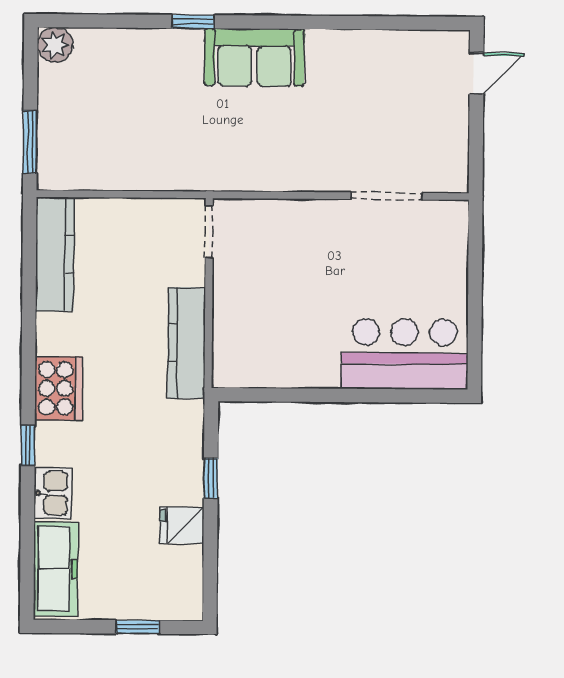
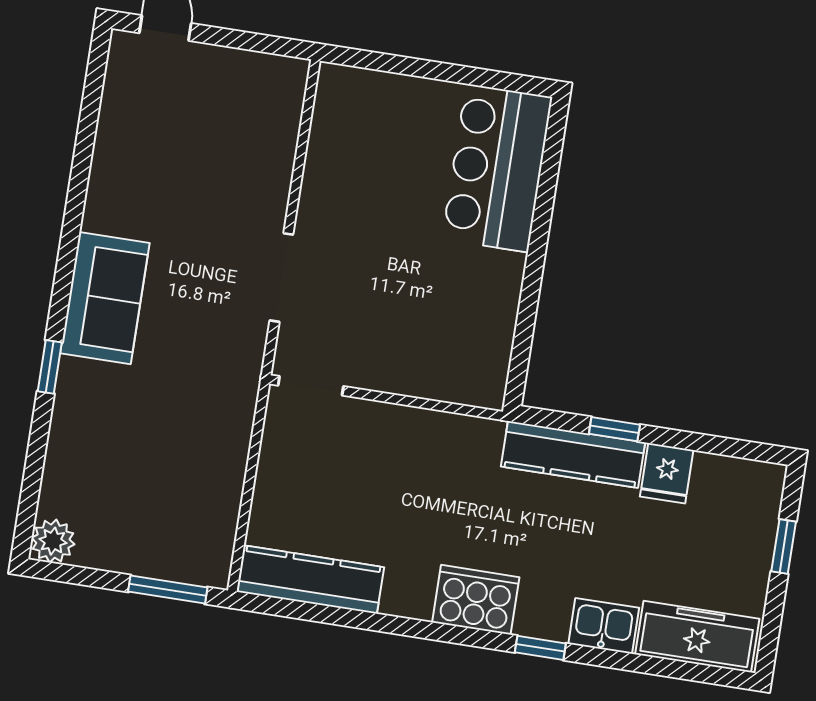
doorway: (386, 196) -> (281, 278), moved
kitchen counter: (186, 343) -> (573, 454), moved

